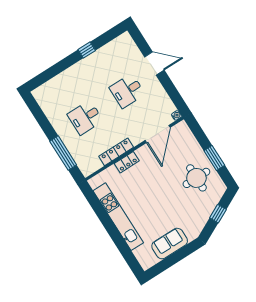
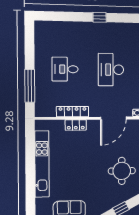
desk: (127, 91) -> (111, 70), width x1.37

